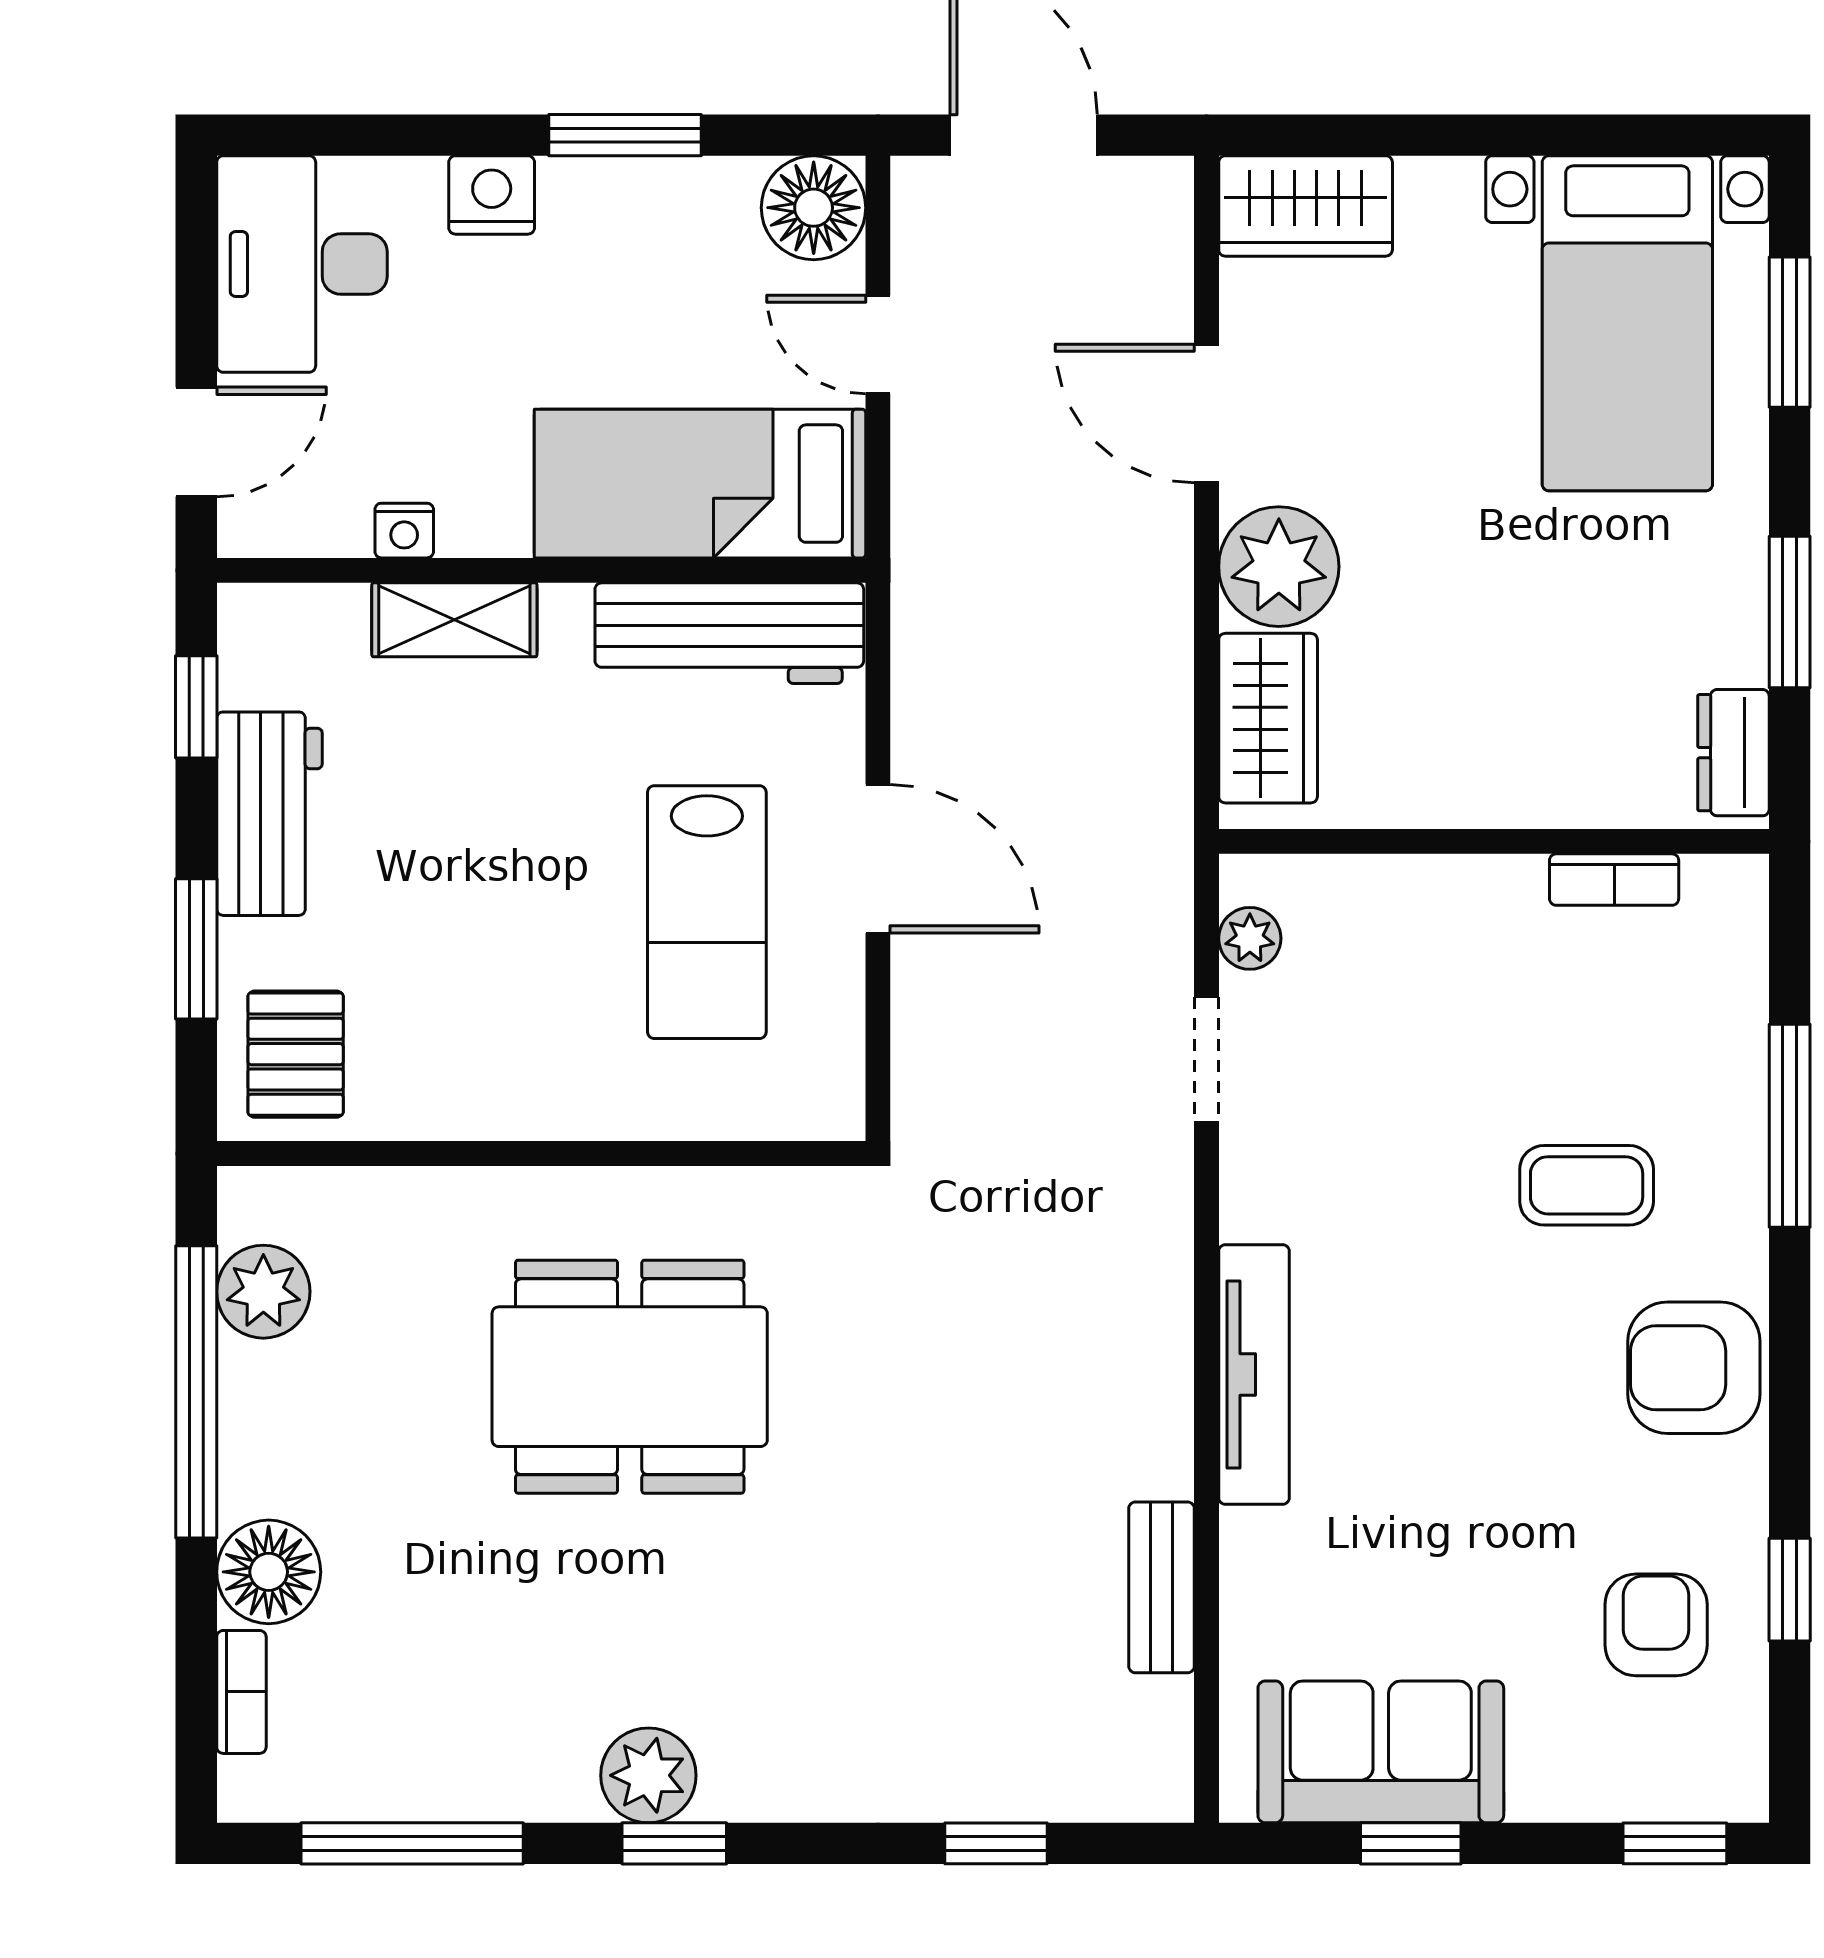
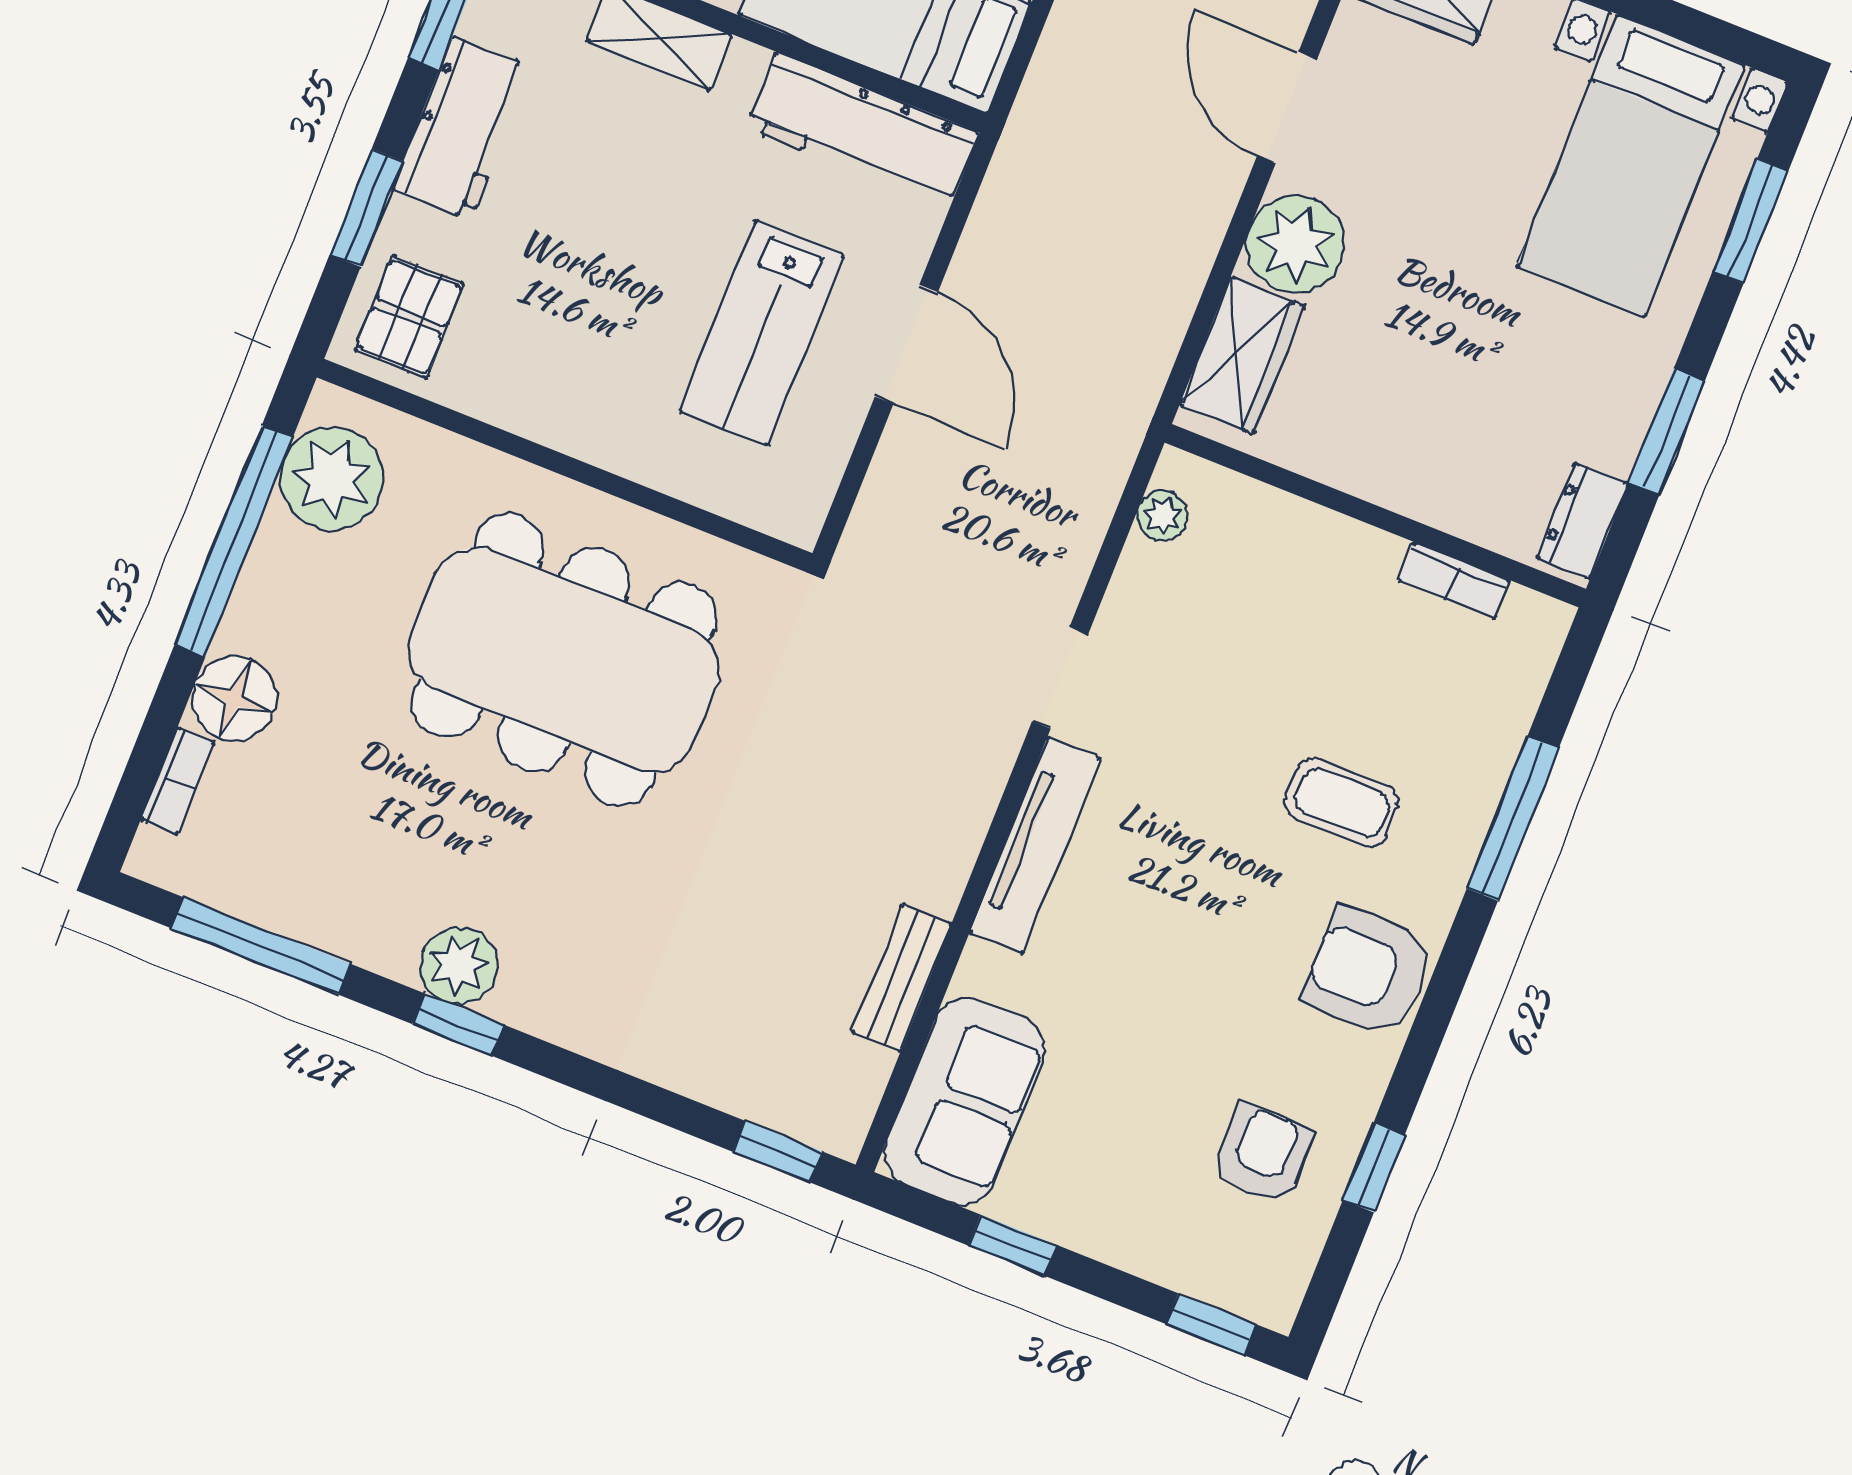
doorway: (1206, 1060) -> (1060, 678), moved
plant: (263, 1292) -> (332, 478), width x1.36, depth x1.36
dining table: (630, 1377) -> (564, 660), width x1.36, depth x1.24
sofa: (1381, 1752) -> (964, 1101), moved, turned 90
window: (996, 1843) -> (778, 1152), moved

